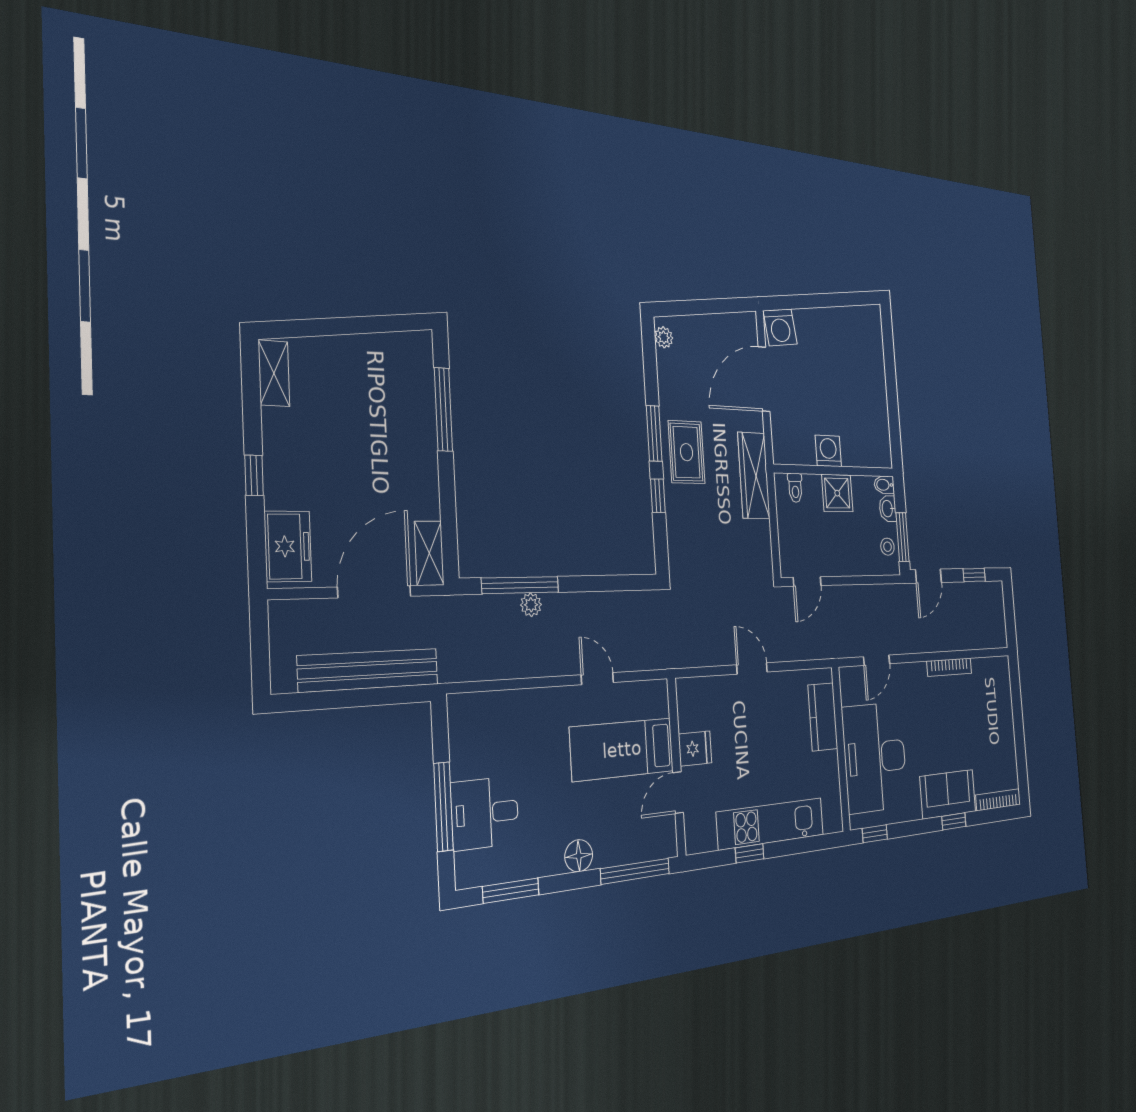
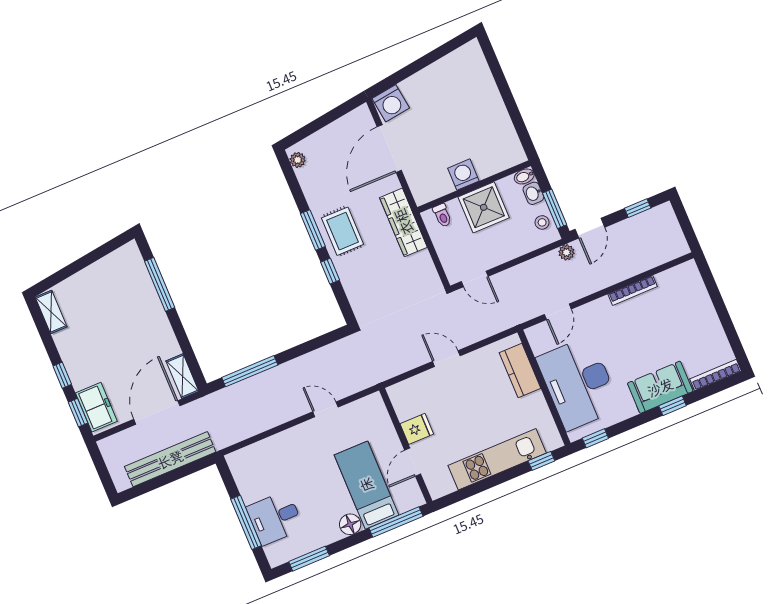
shower: (837, 493) -> (484, 207), width x1.36, depth x1.36
window: (256, 543) -> (78, 413), added
door: (807, 581) -> (475, 279), hinge flipped
plant: (531, 605) -> (566, 252), moved
bed: (622, 749) -> (366, 485), moved, turned 90
window: (750, 853) -> (541, 461), moved

